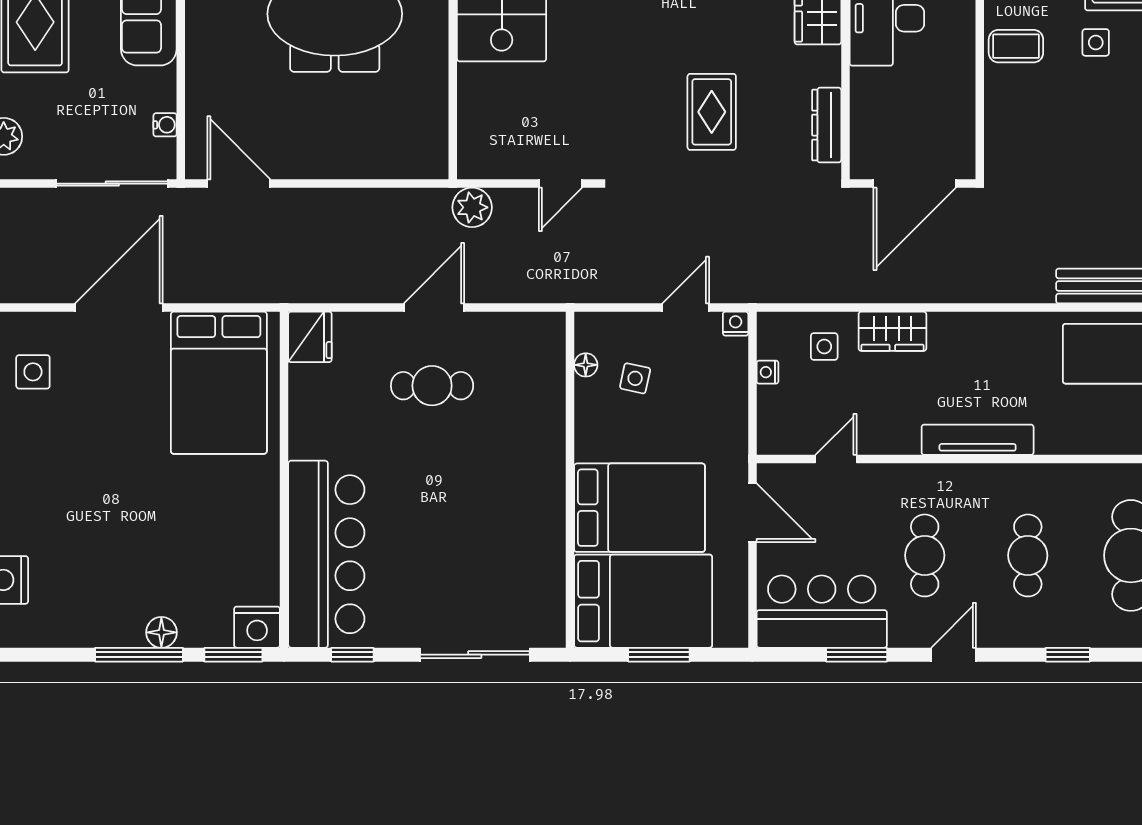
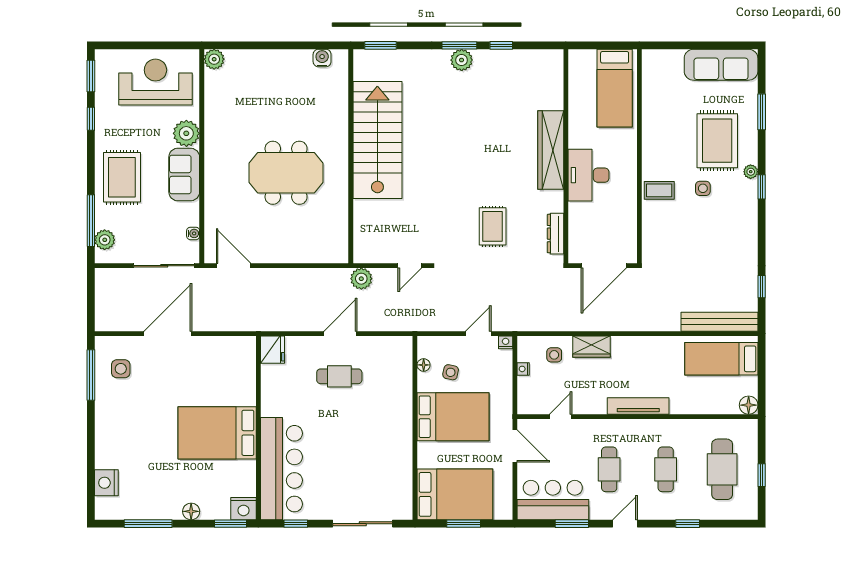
bed: (219, 383) -> (217, 433), moved, turned 90
bed: (640, 508) -> (453, 417), moved
window: (139, 655) -> (148, 524), moved

